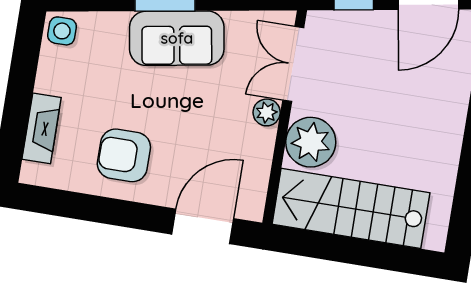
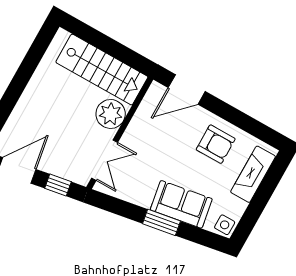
sofa: (177, 38) -> (181, 204), moved
plant: (267, 112) -> (129, 139), removed
fireplace: (42, 128) -> (253, 174), width x1.37, depth x1.32

